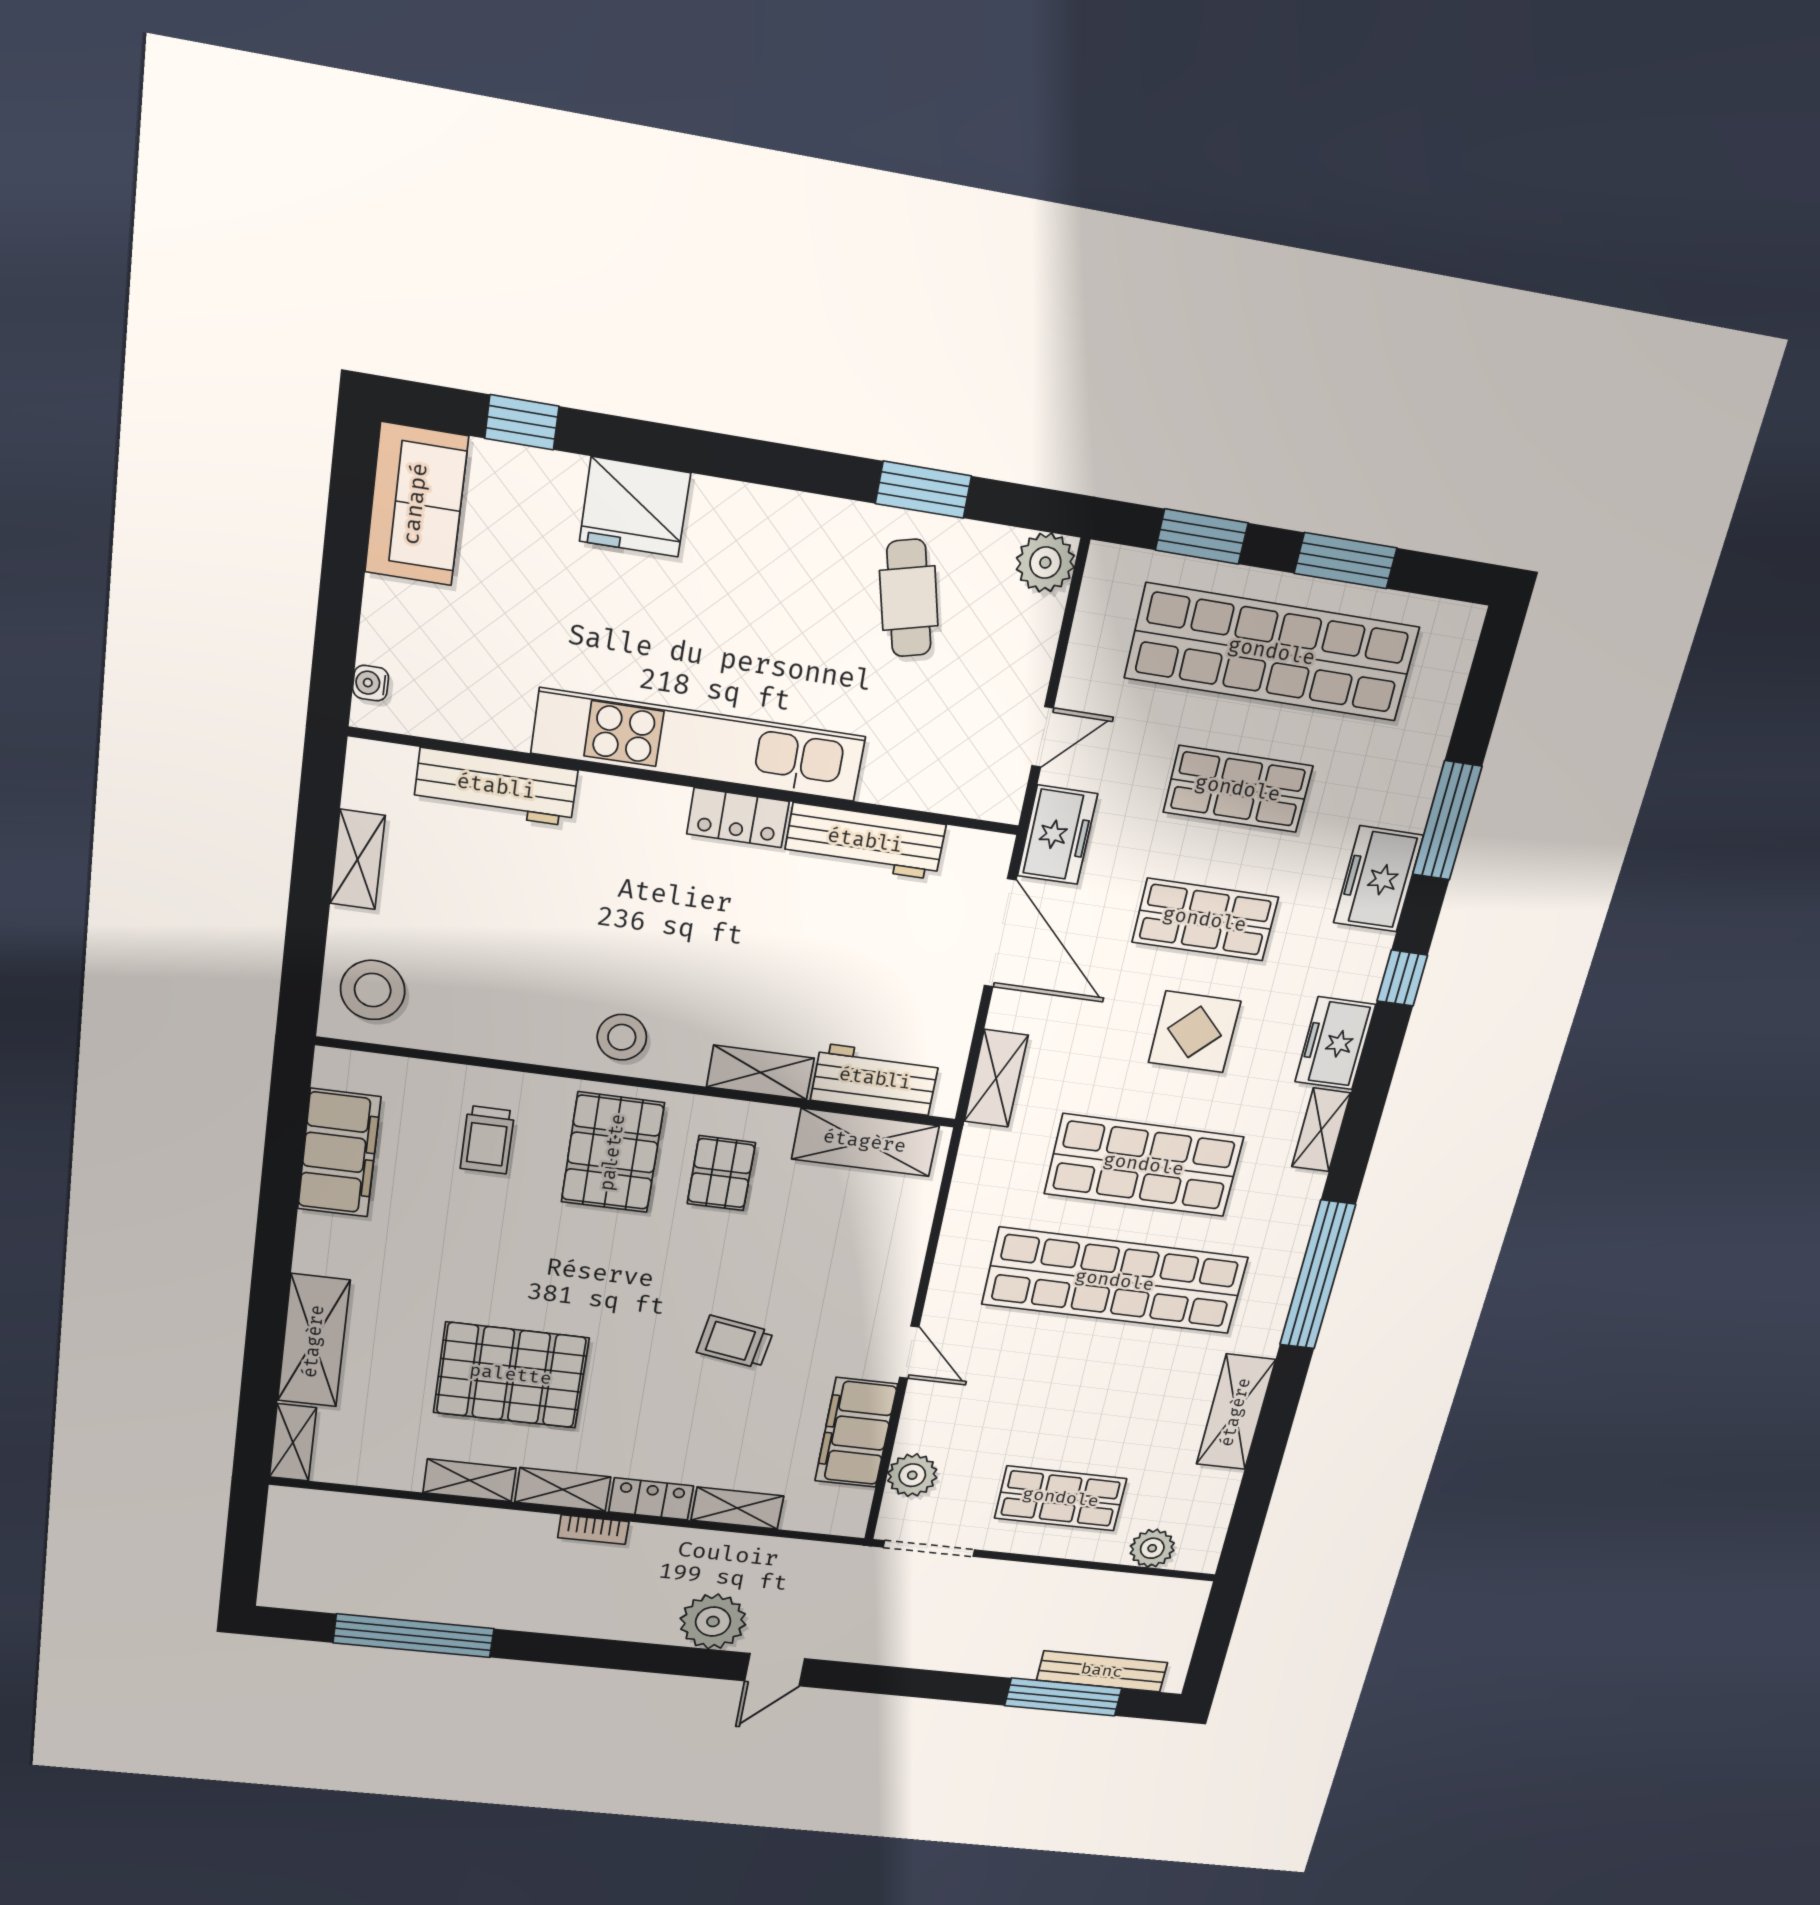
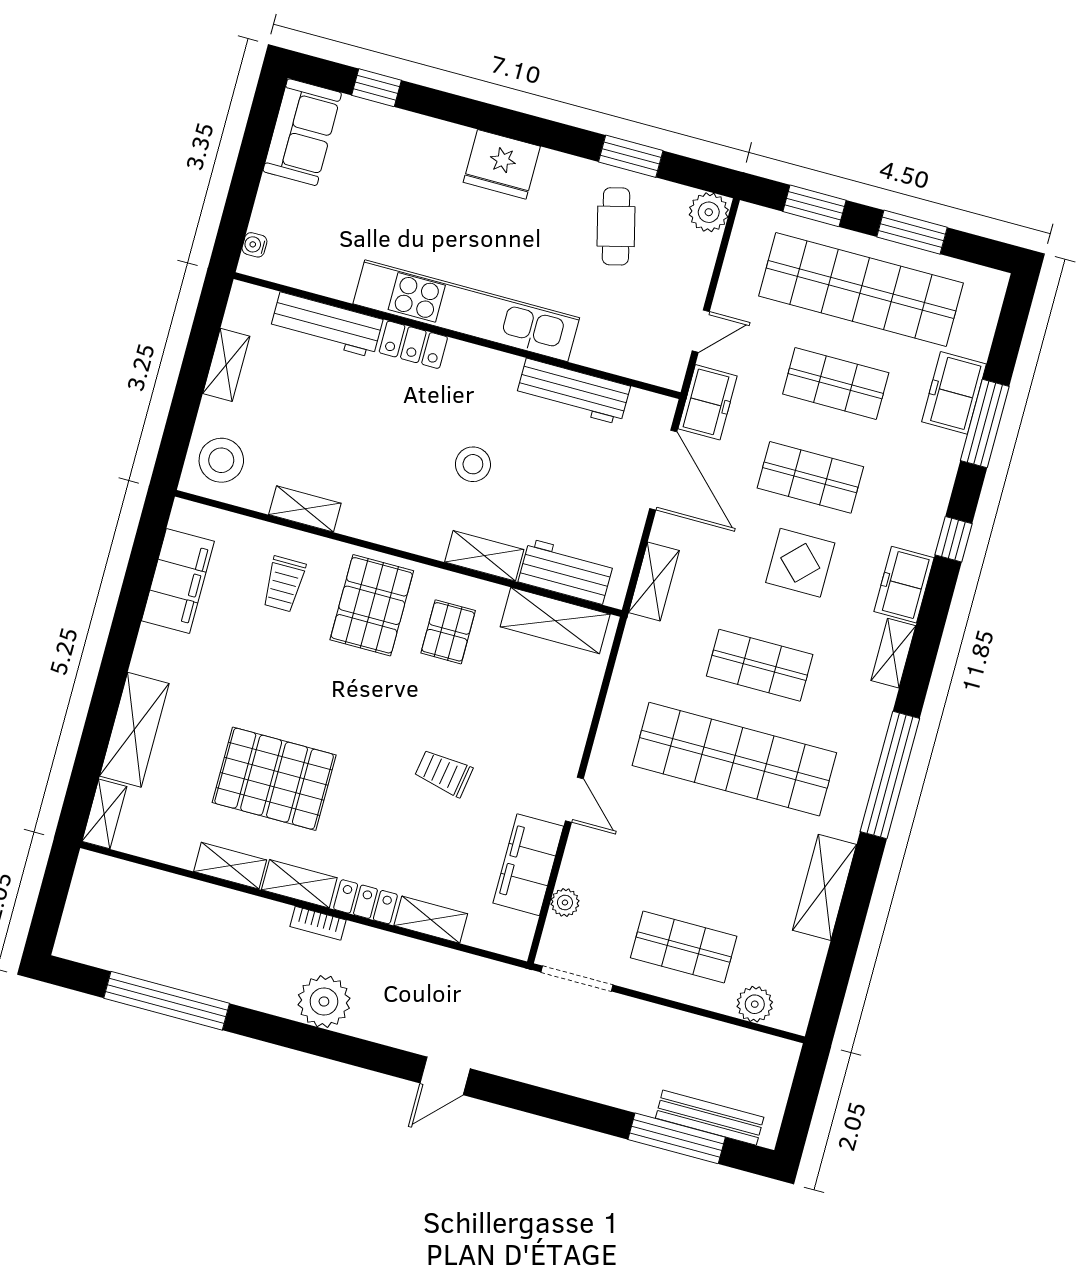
fridge: (635, 507) -> (502, 164), moved
locker: (738, 818) -> (413, 345), moved
freezer: (1378, 879) -> (954, 393), moved
stool: (622, 1037) -> (473, 464), moved
shelving: (502, 1041) -> (305, 509), added
shop shelf: (1144, 1165) -> (760, 665), width x0.70, depth x0.74
plant: (912, 1475) -> (565, 903), width x0.73, depth x0.73
plant: (713, 1622) -> (324, 1001), moved

